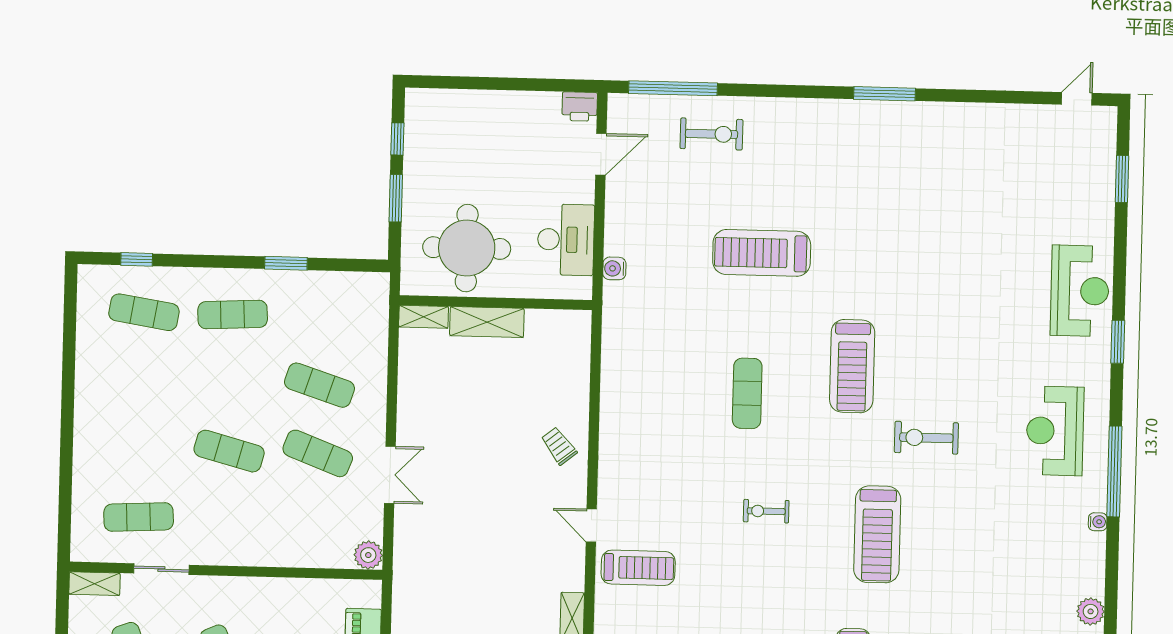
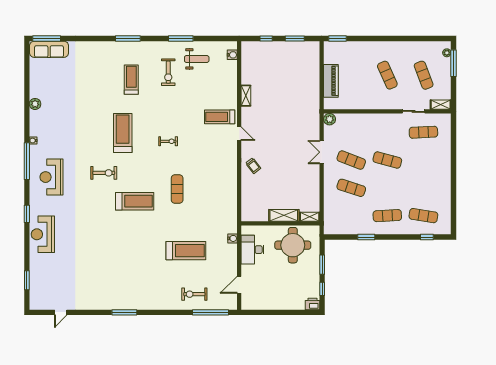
door: (1077, 99) -> (61, 312), moved
printer: (580, 106) -> (312, 304), moved
treadmill: (762, 253) -> (186, 251), moved
treadmill: (852, 366) -> (135, 201), turned 90
reception desk: (1055, 431) -> (51, 177), turned 180

